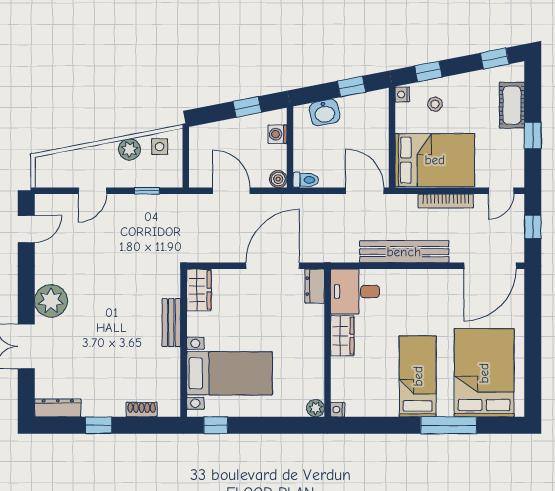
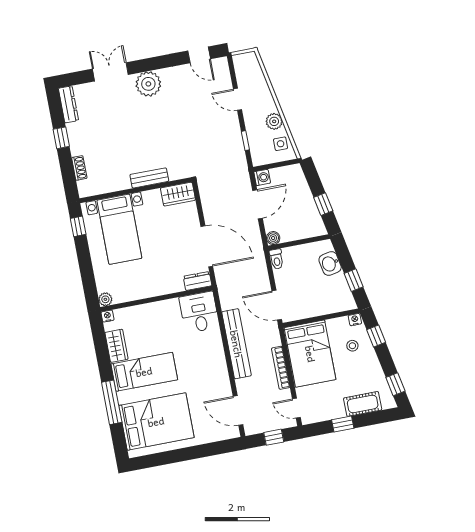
washing machine: (277, 134) -> (262, 177), moved, turned 90
door: (365, 191) -> (277, 305), swing flipped
door: (490, 266) -> (238, 410), width x0.73
wardrobe: (342, 336) -> (117, 346), moved, turned -90

